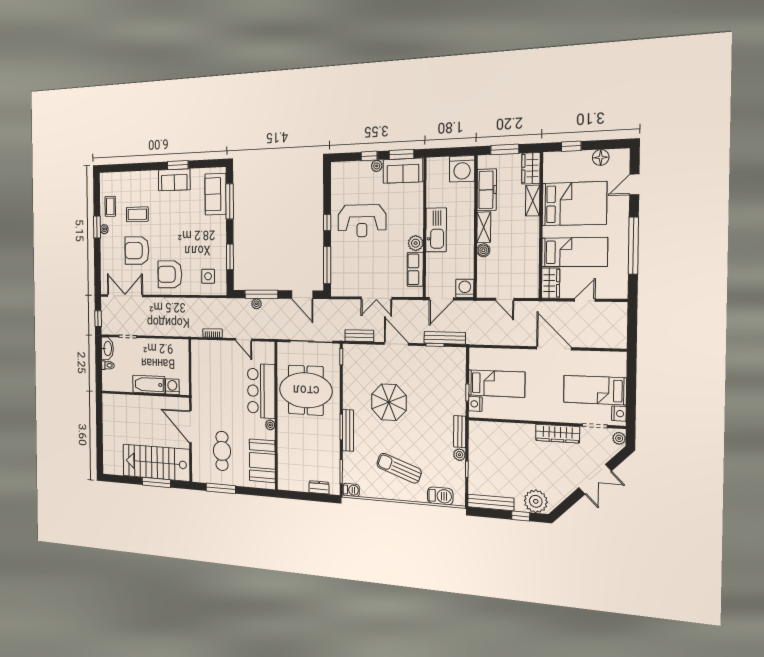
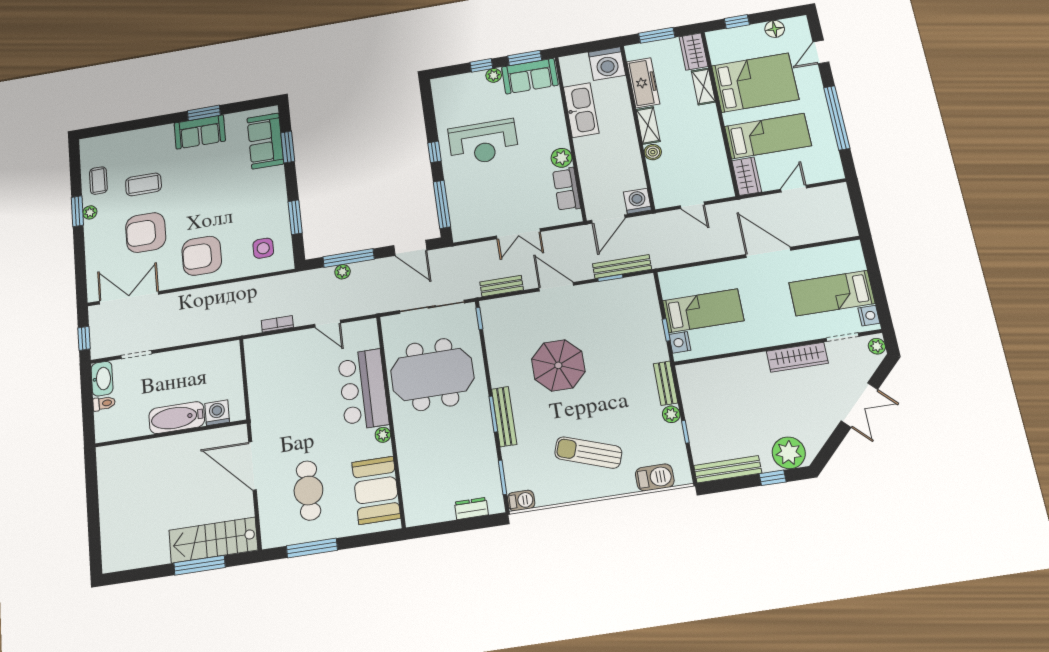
window: (230, 201) -> (288, 147), width x0.69
kitchen sink: (436, 230) -> (581, 110), moved
stairs: (156, 463) -> (213, 540), width x0.73, depth x0.66

